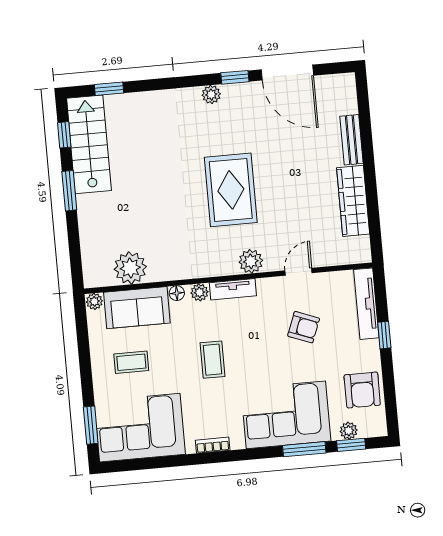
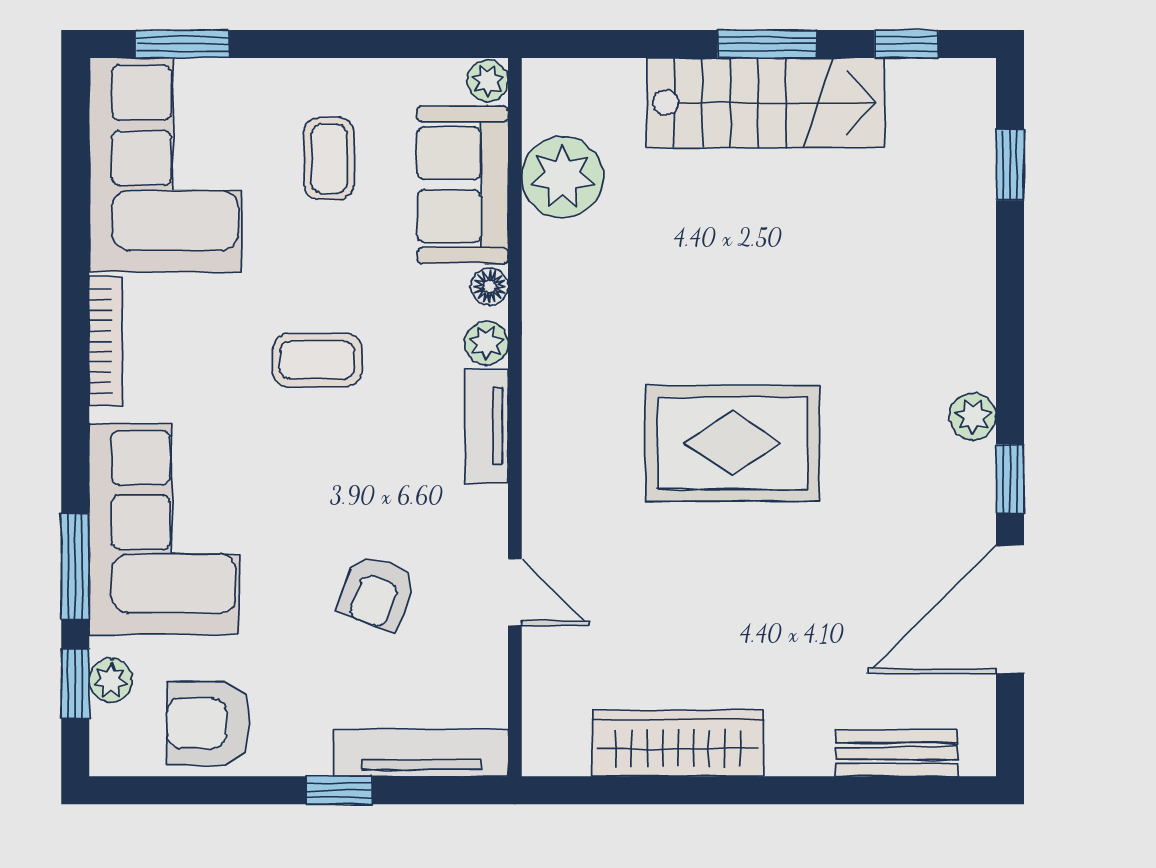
bench: (352, 140) -> (897, 753), moved
stairs: (89, 144) -> (766, 103), moved
plant: (251, 261) -> (552, 477), removed
bookcase: (213, 445) -> (106, 341), width x1.56

